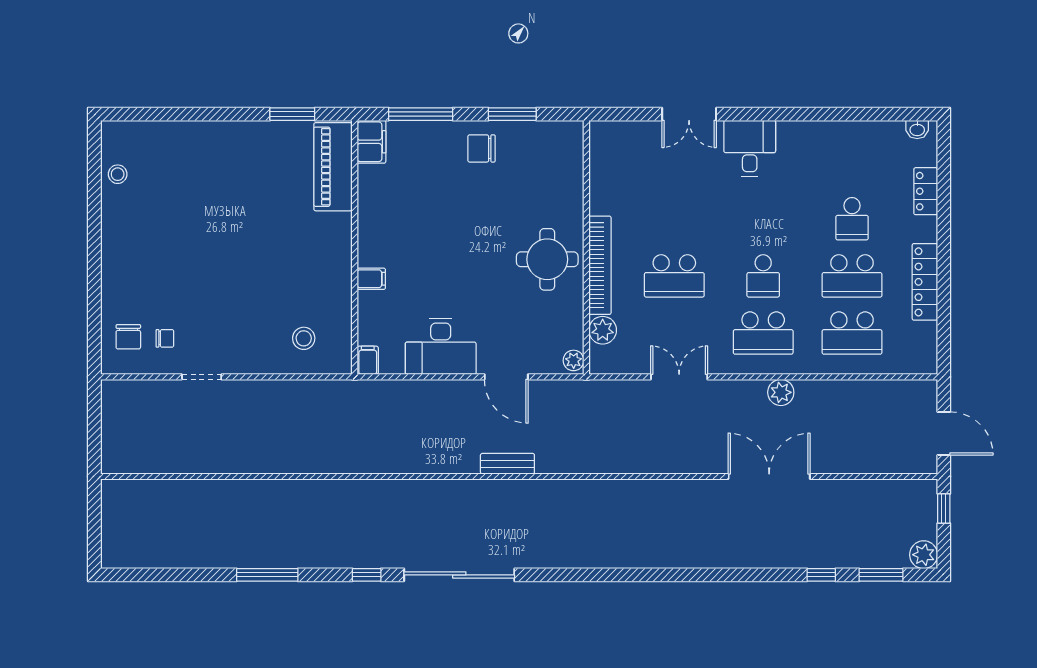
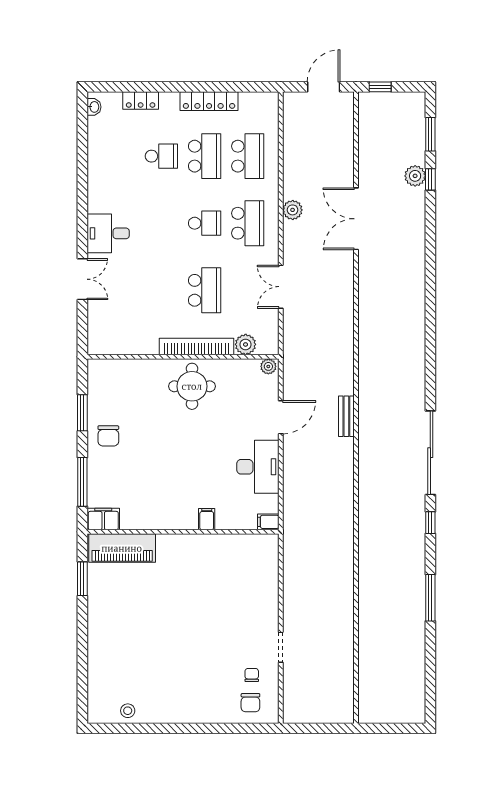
chair: (128, 337) -> (250, 703), turned 90
stool: (304, 338) -> (252, 570), removed
plant: (924, 555) -> (415, 176), moved

